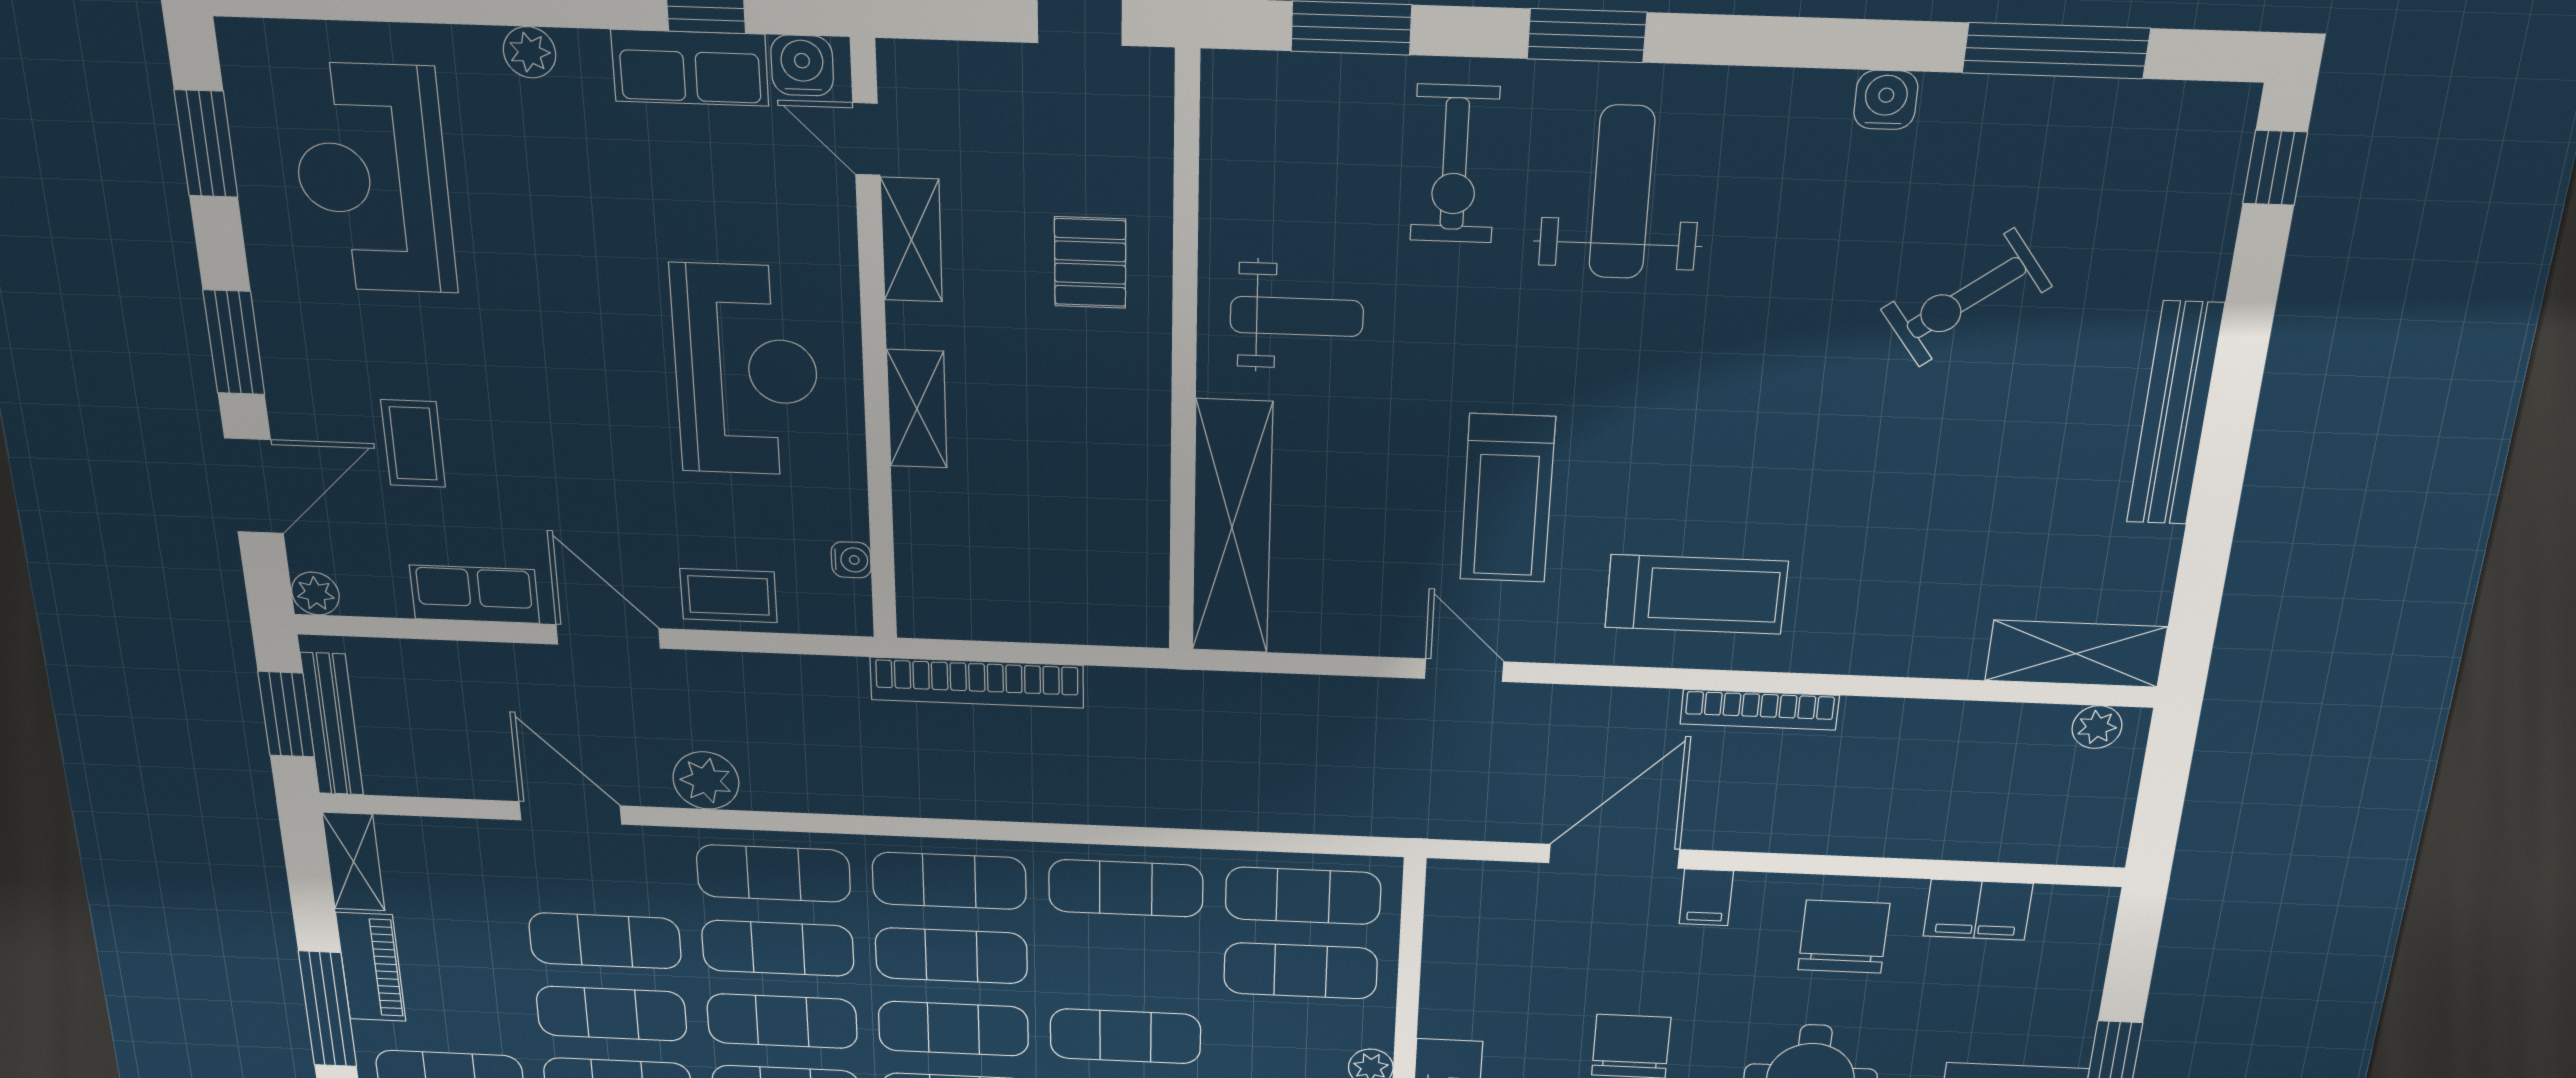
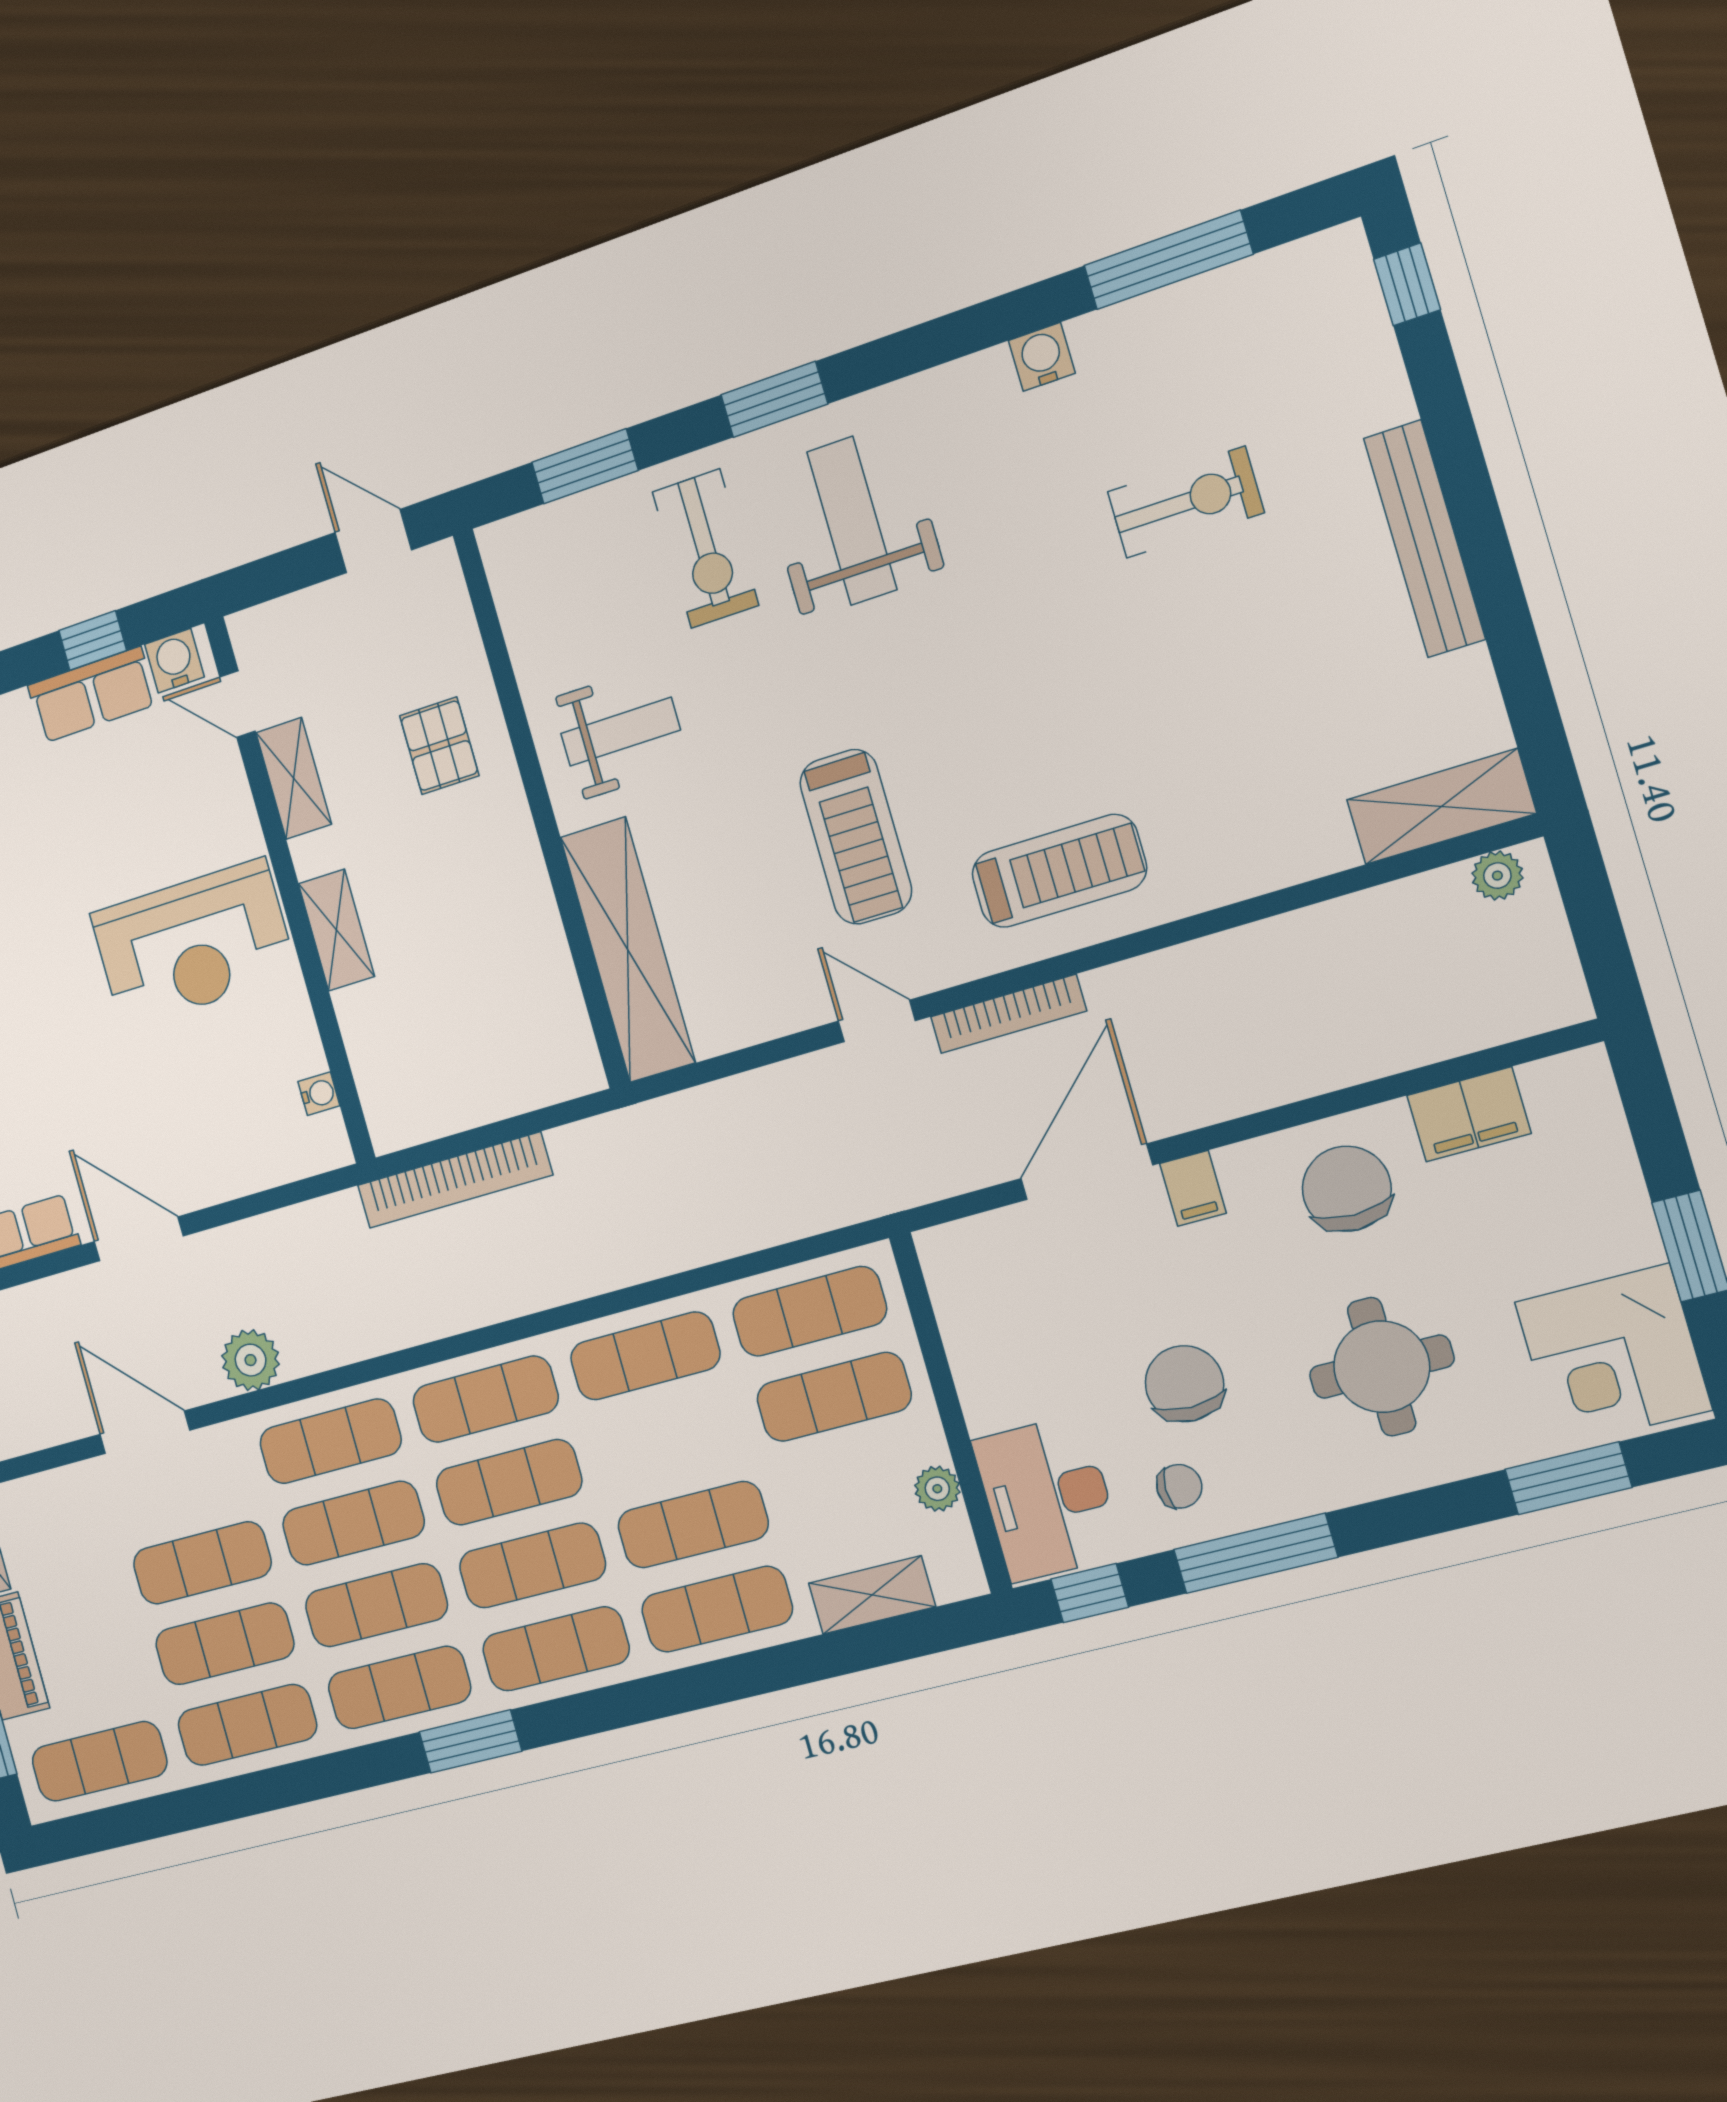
exercise bike: (1966, 298) -> (1186, 502), turned -143
reception desk: (746, 371) -> (193, 944), turned 90
coffee table: (729, 596) -> (227, 1164), removed
bookcase: (1760, 710) -> (1008, 1014), moved

